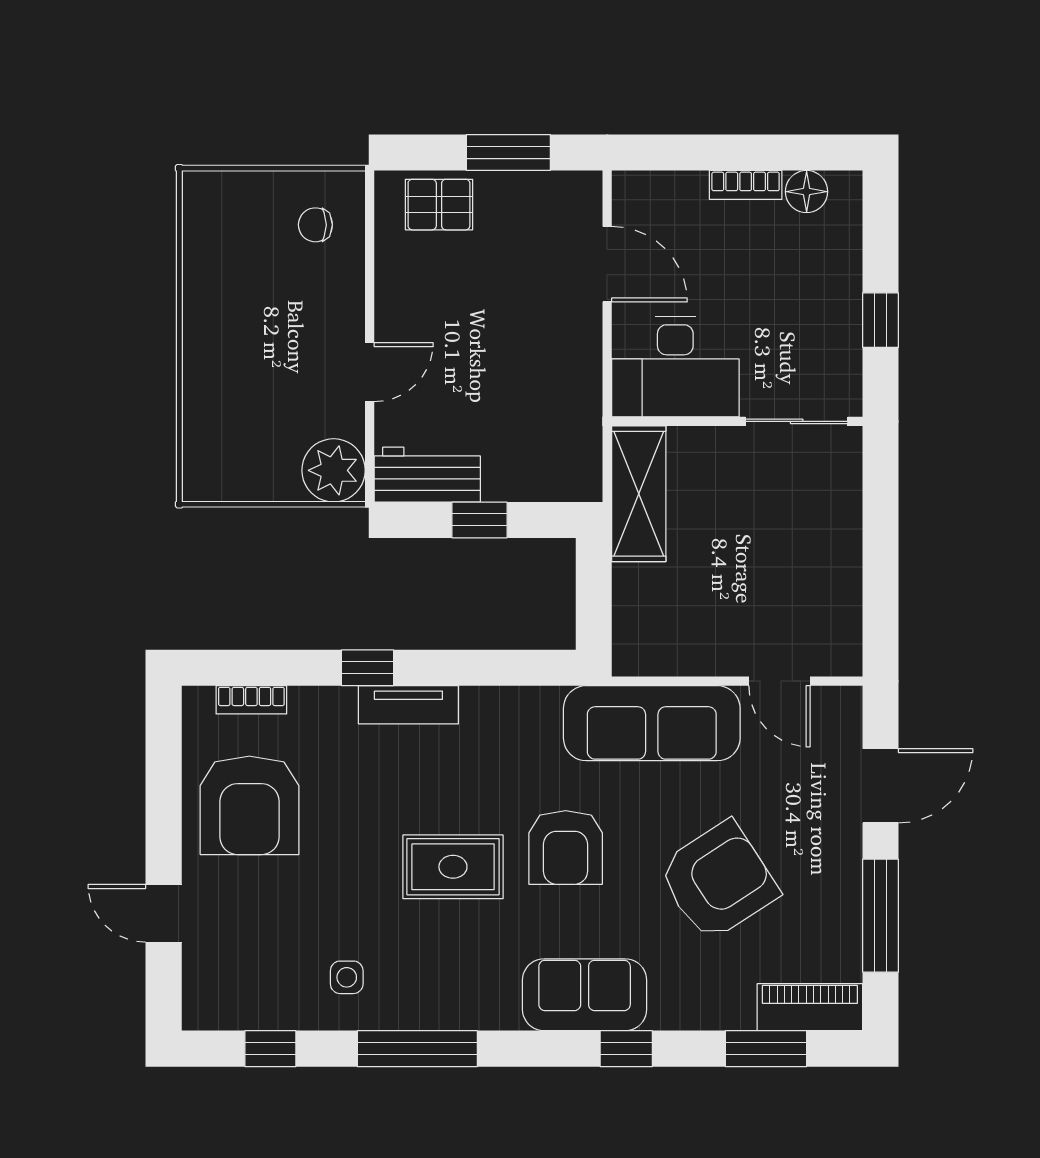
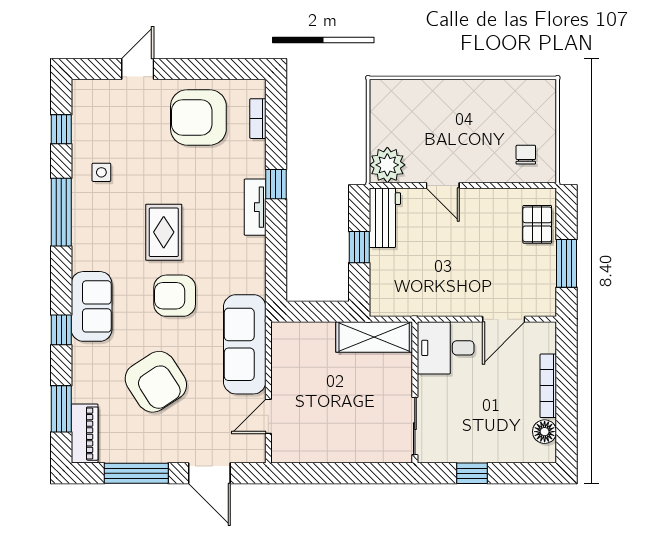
bookcase: (746, 185) -> (548, 386), width x1.56
desk: (675, 367) -> (446, 348), width x0.73

